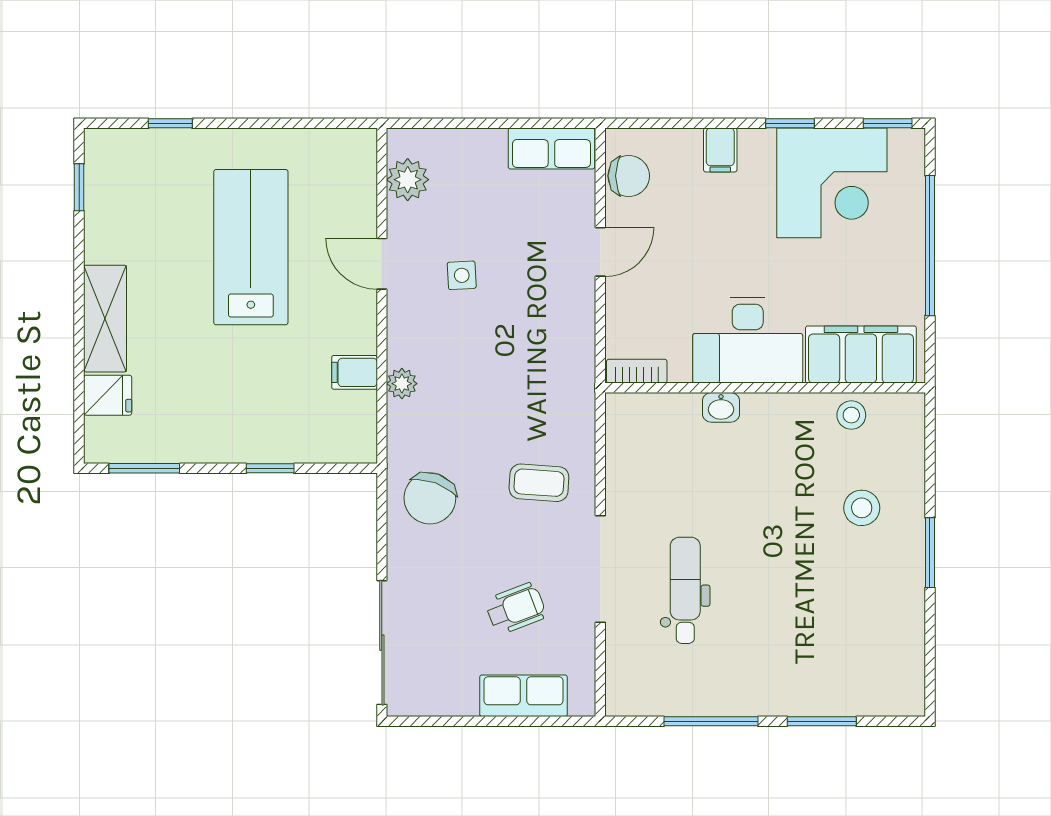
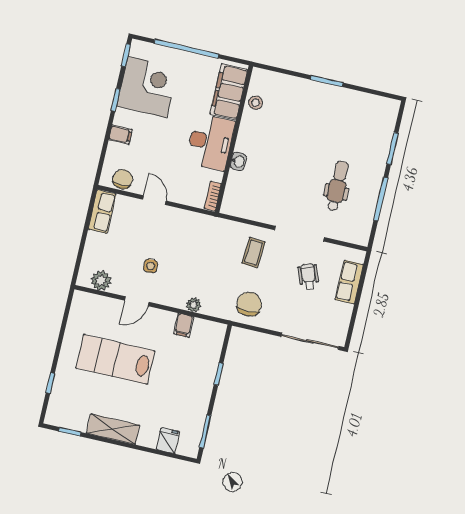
shelving: (105, 319) -> (113, 429), moved
chair: (430, 498) -> (249, 304), turned -110
stool: (862, 508) -> (299, 108), removed
dental chair: (685, 590) -> (337, 186), moved, turned 90

